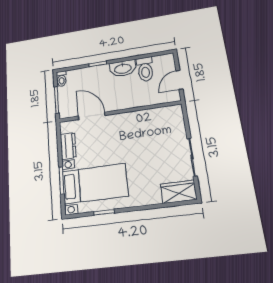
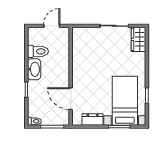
door: (179, 80) -> (52, 26), swing flipped
door: (92, 116) -> (71, 99), hinge flipped

